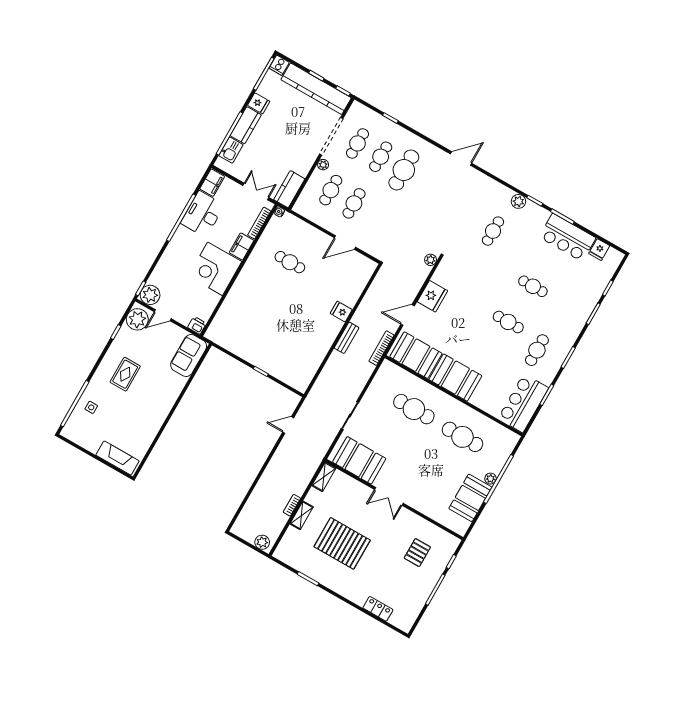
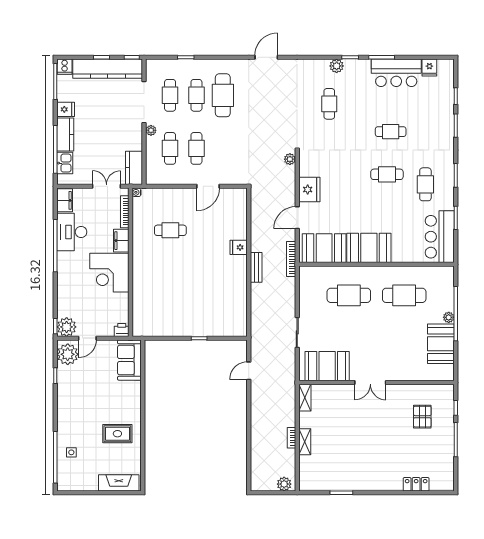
rug: (125, 374) -> (117, 434), moved, turned 90
pallet: (342, 543) -> (353, 446), removed

